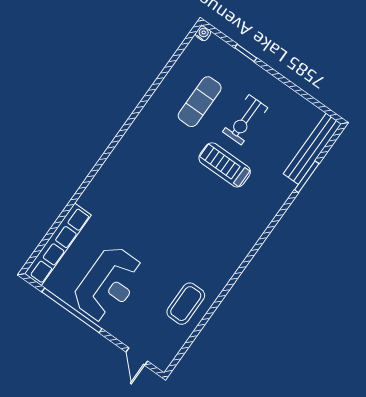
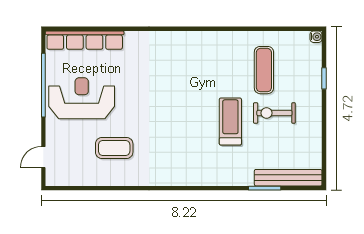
exercise mat: (200, 102) -> (264, 70), turned 90
reception desk: (108, 284) -> (82, 98), turned 180
coffee table: (186, 304) -> (114, 148), moved

